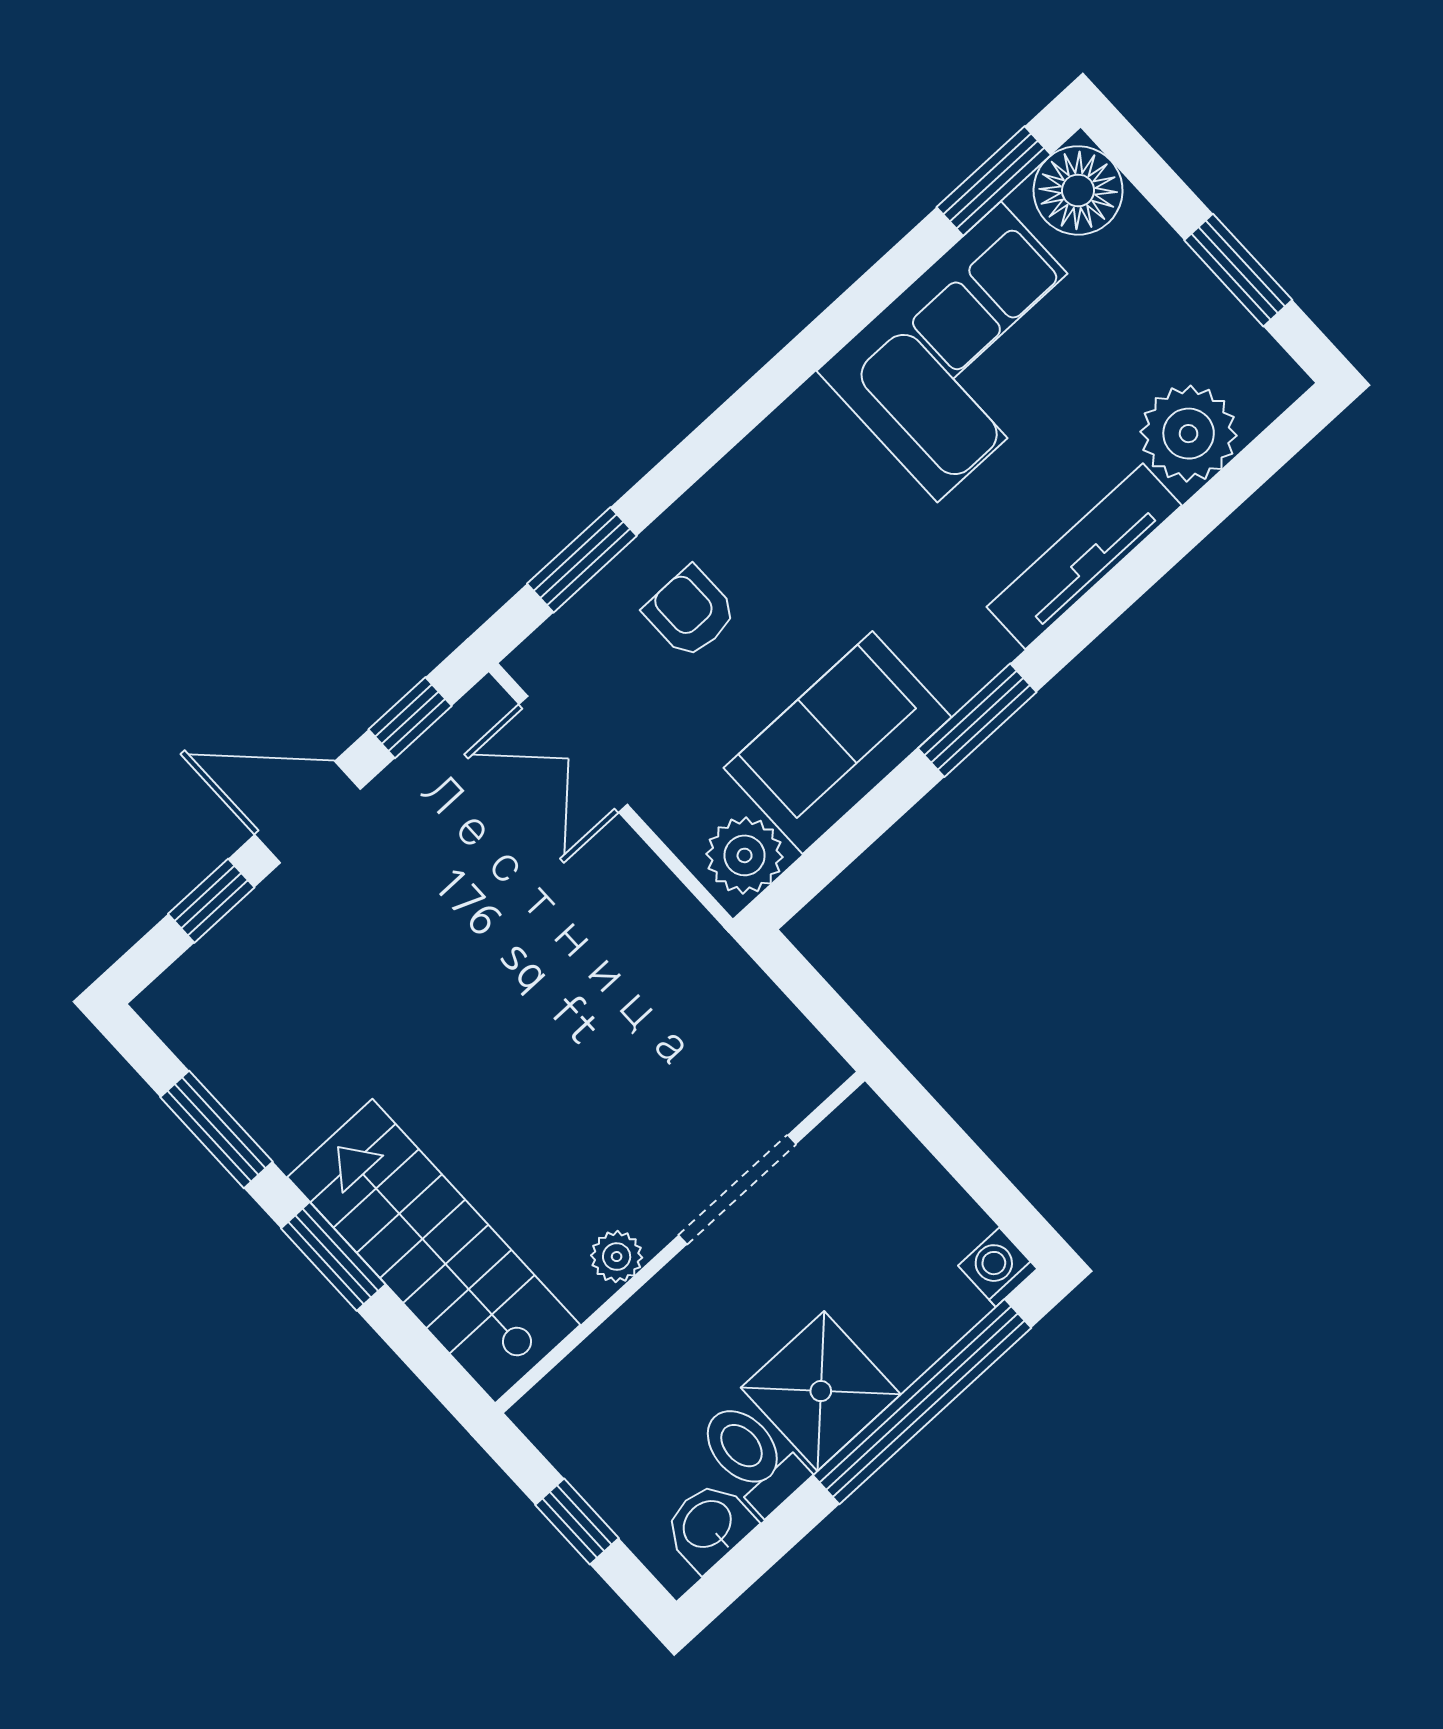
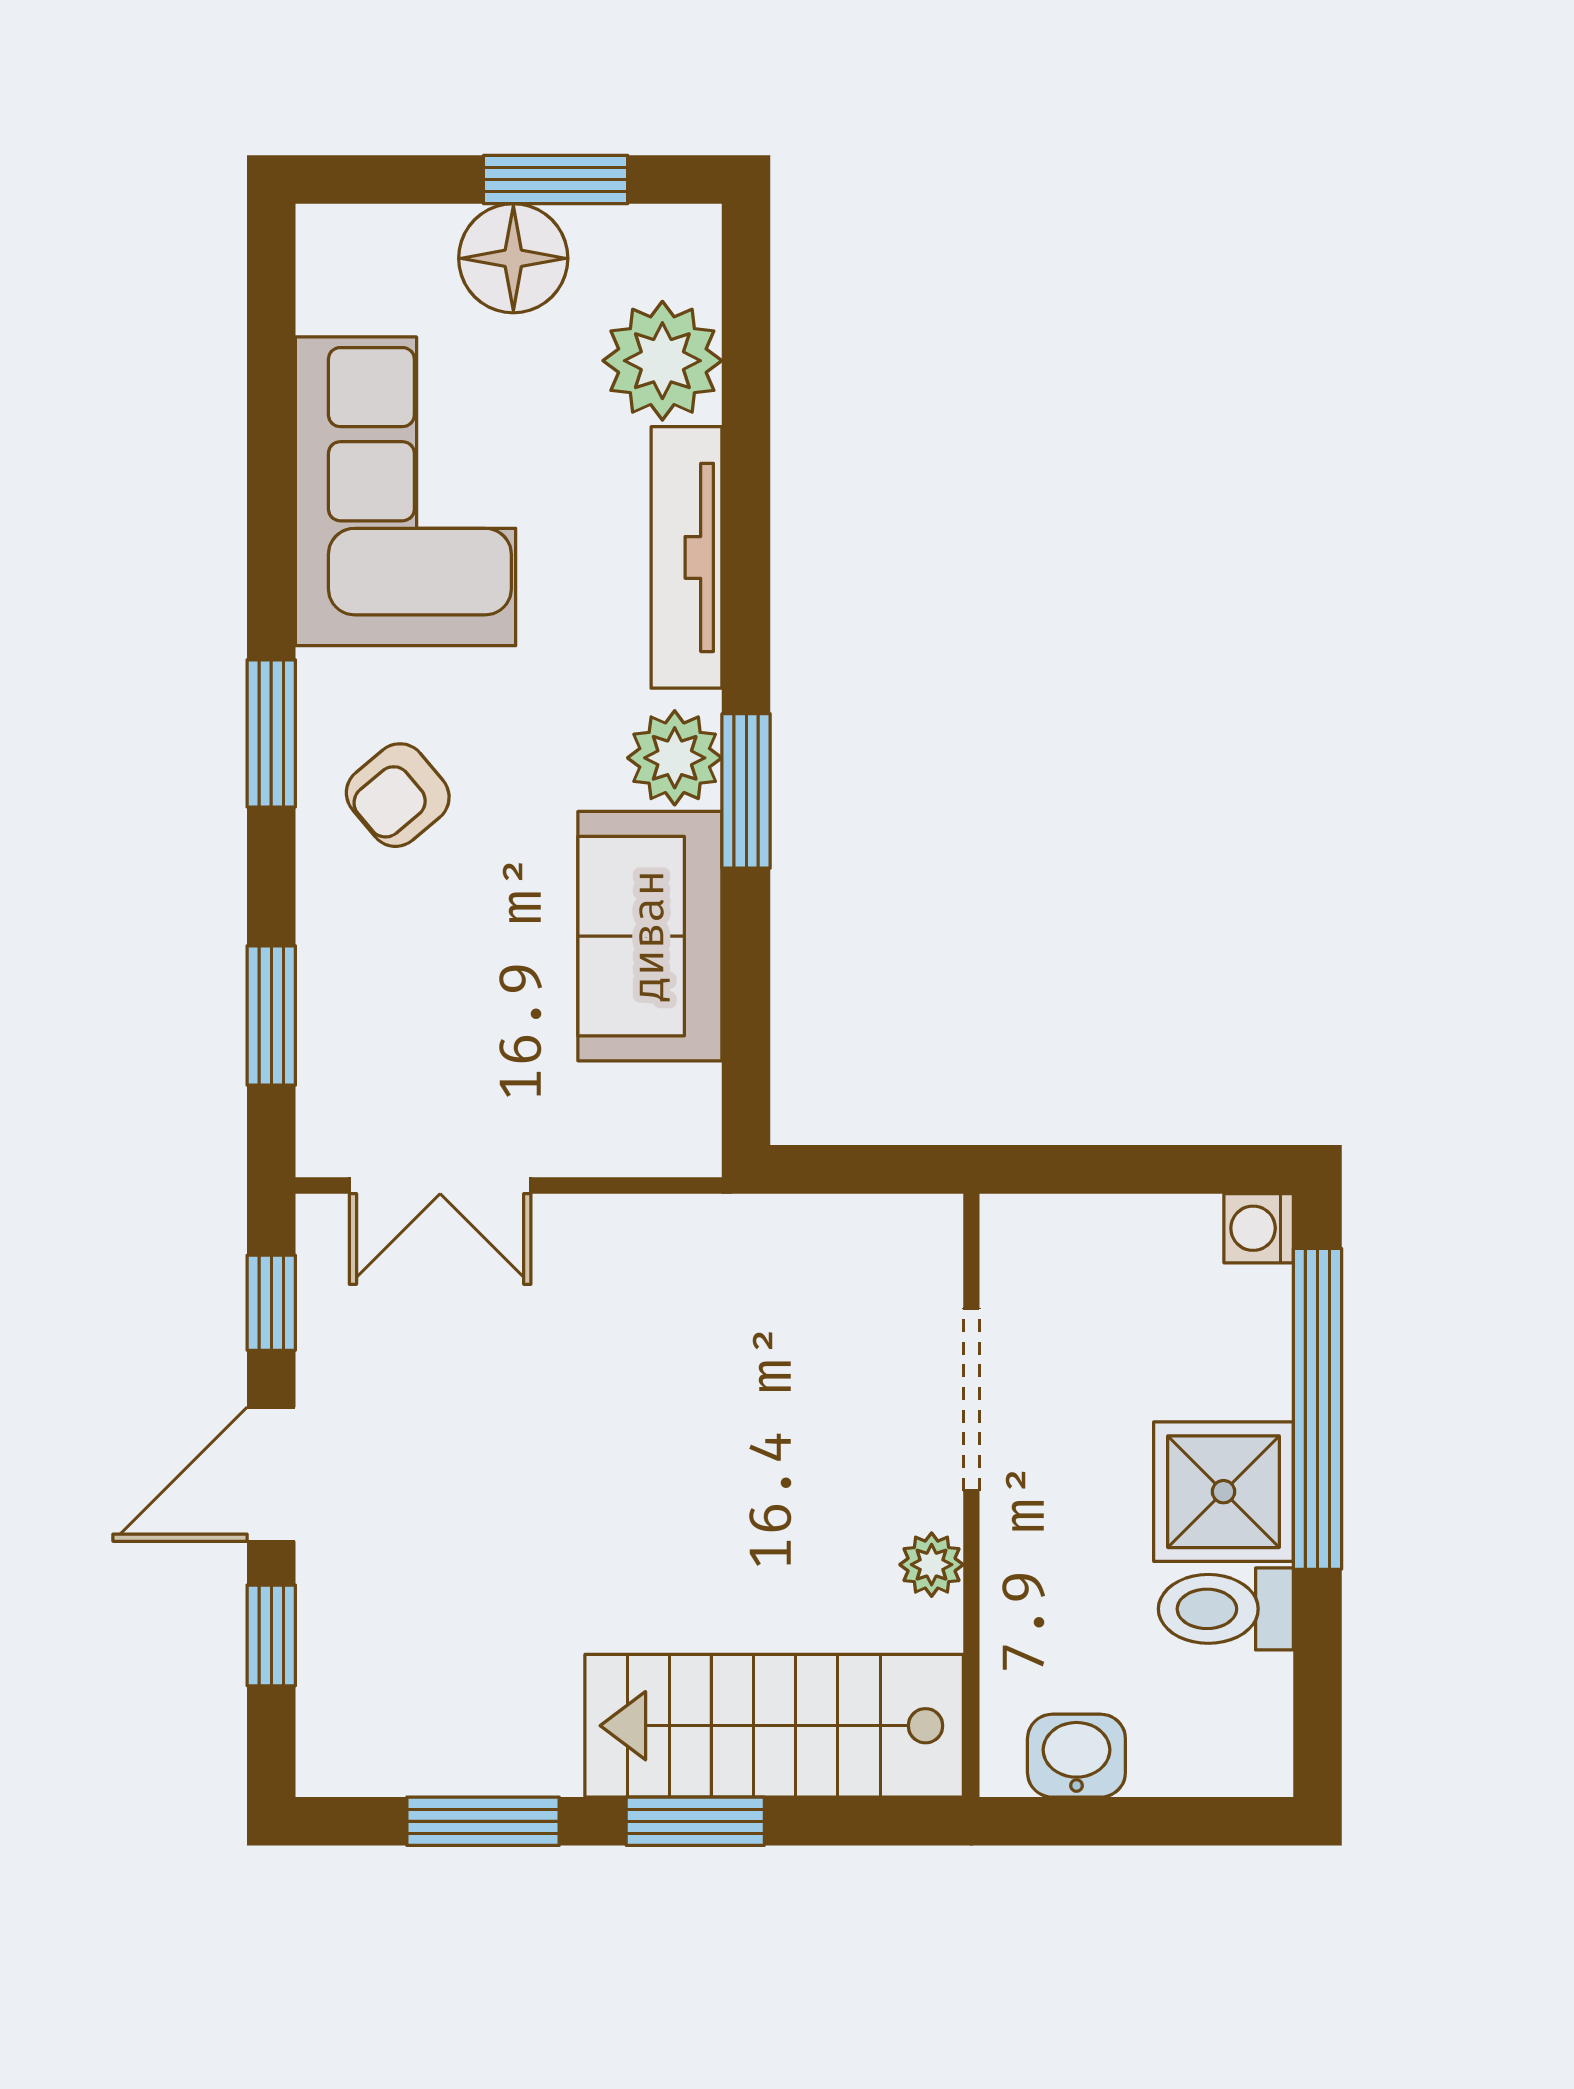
window: (994, 181) -> (271, 733), moved
floor lamp: (1078, 190) -> (513, 258), moved
armchair: (690, 612) -> (398, 795), moved, turned -40
plant: (745, 855) -> (675, 758), moved
window: (577, 1521) -> (1139, 1821), removed
washbasin: (709, 1526) -> (1076, 1756), moved, turned 90

